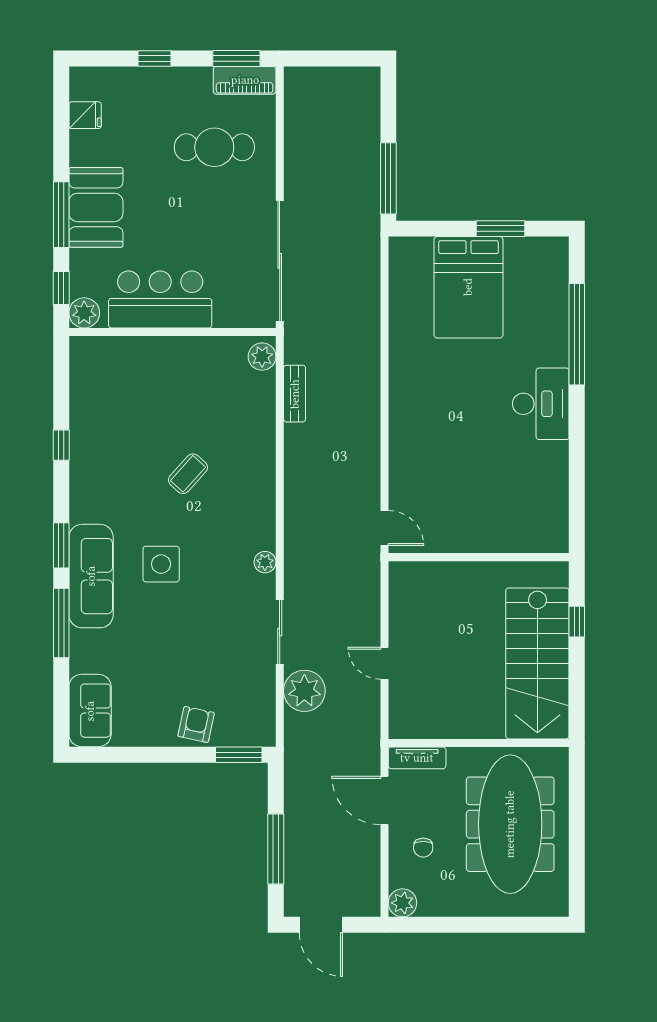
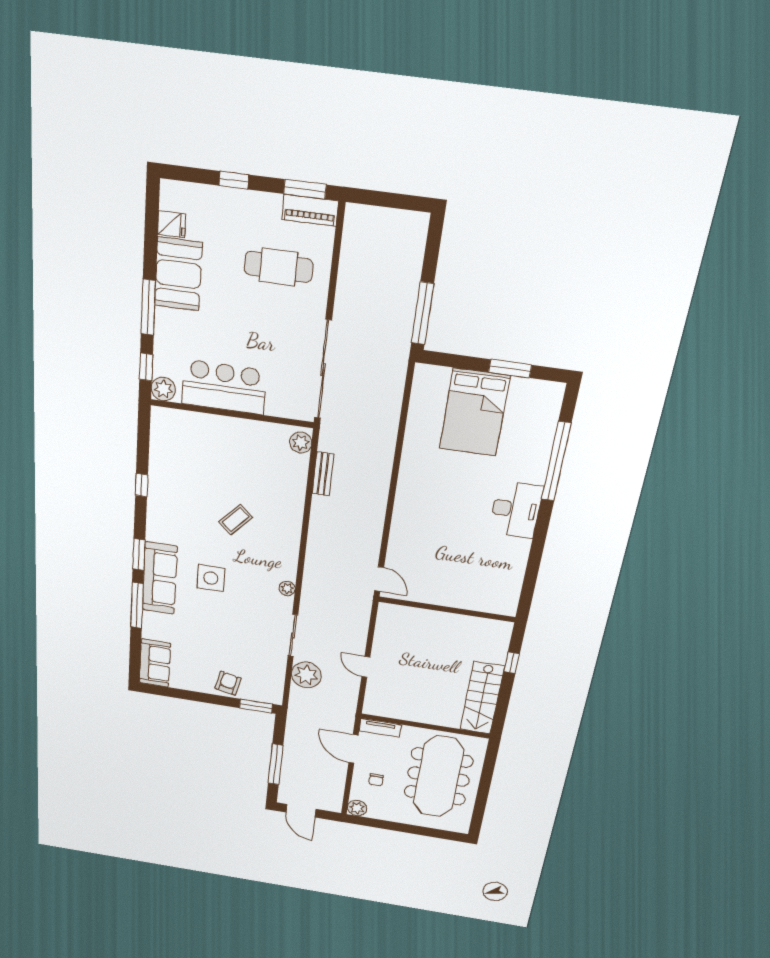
booth: (96, 207) -> (178, 274), moved
stairs: (537, 663) -> (482, 698), width x0.73, depth x0.66

